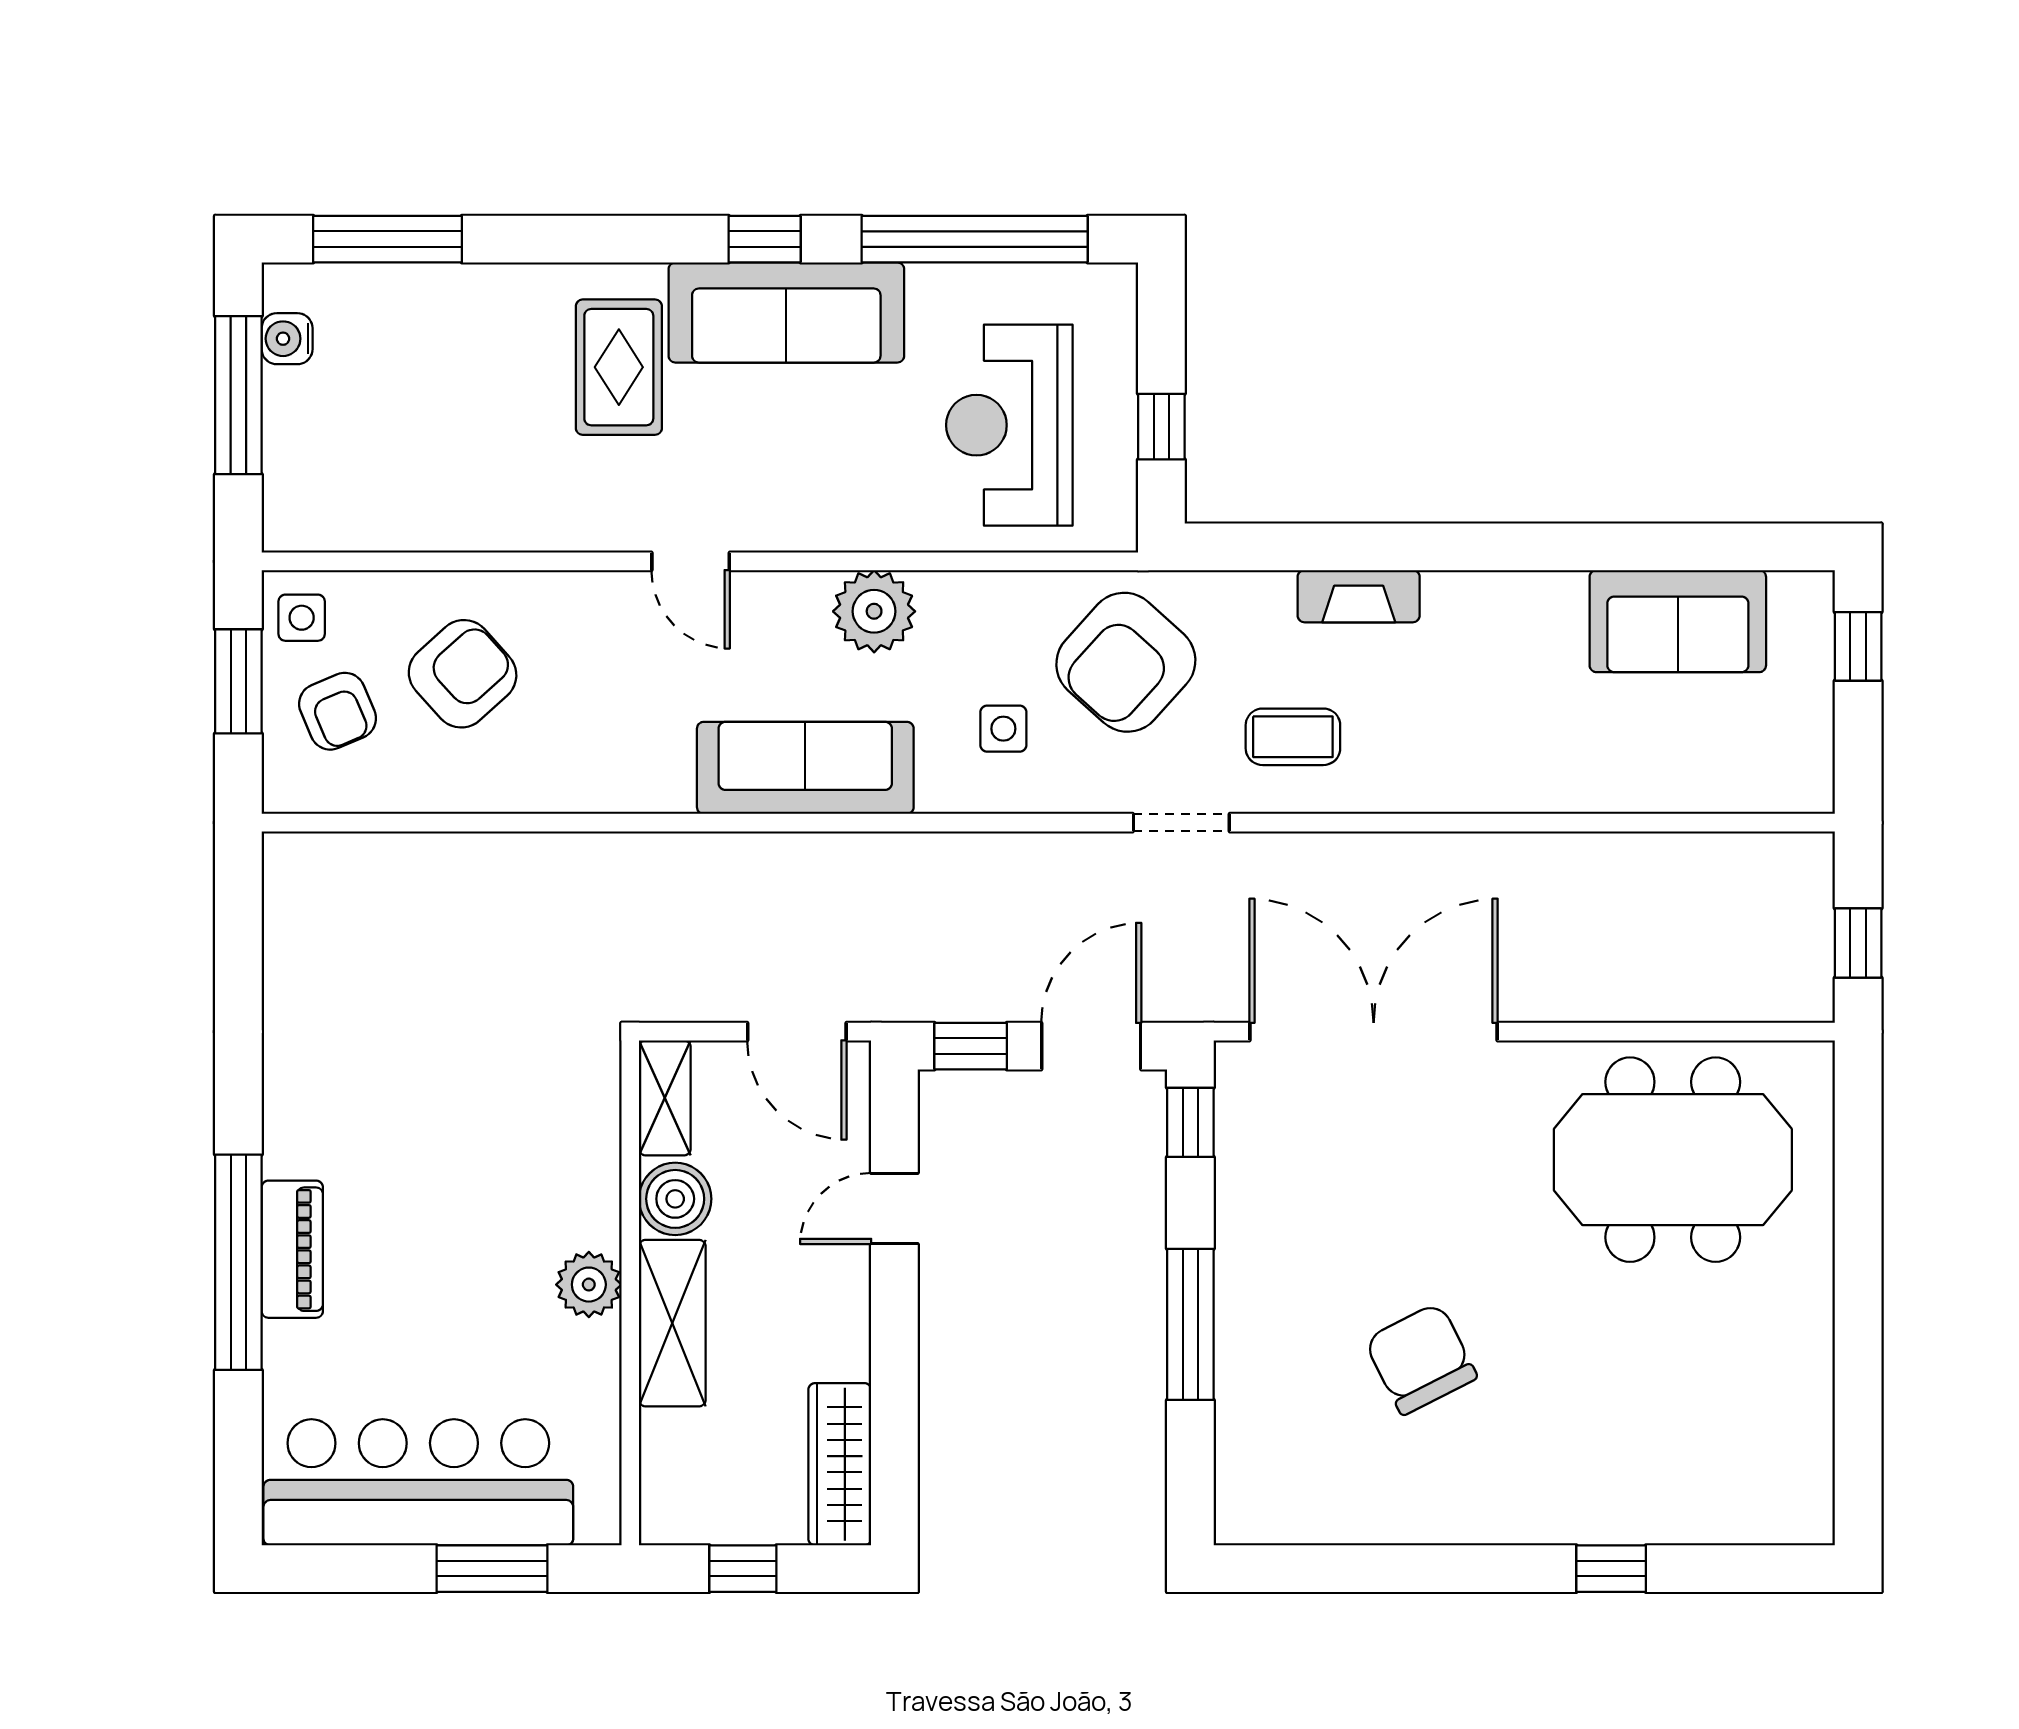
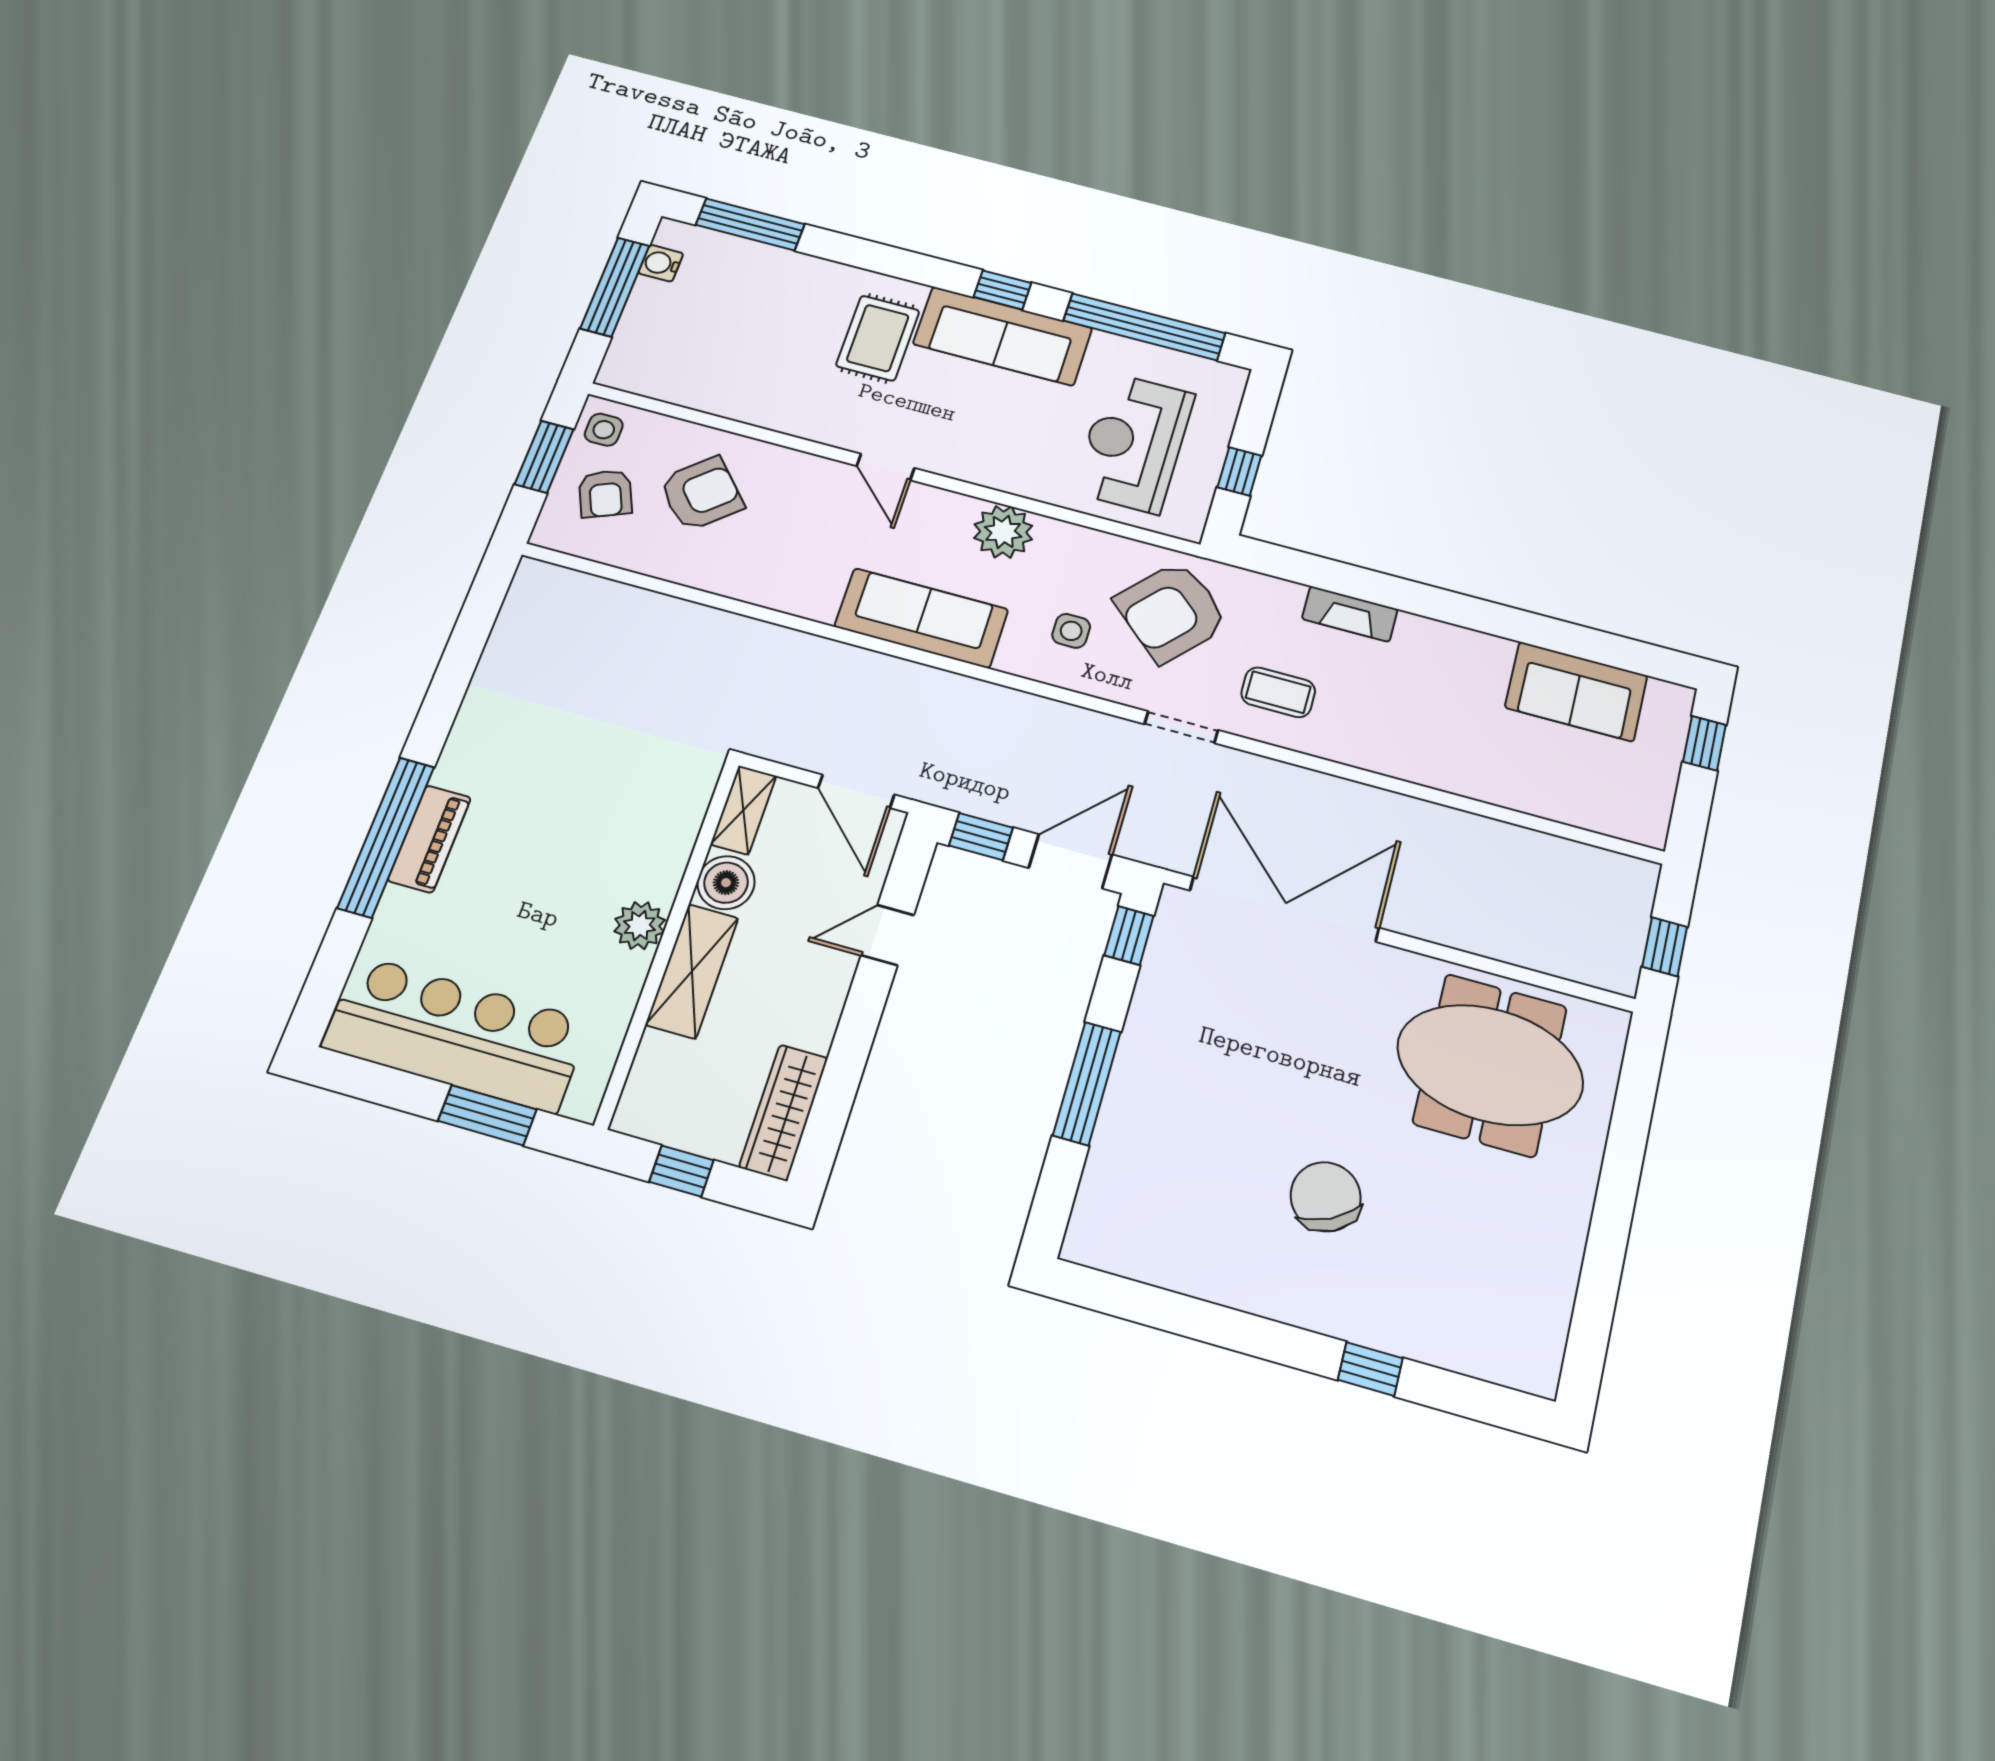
chair: (1421, 1359) -> (1326, 1197), moved

